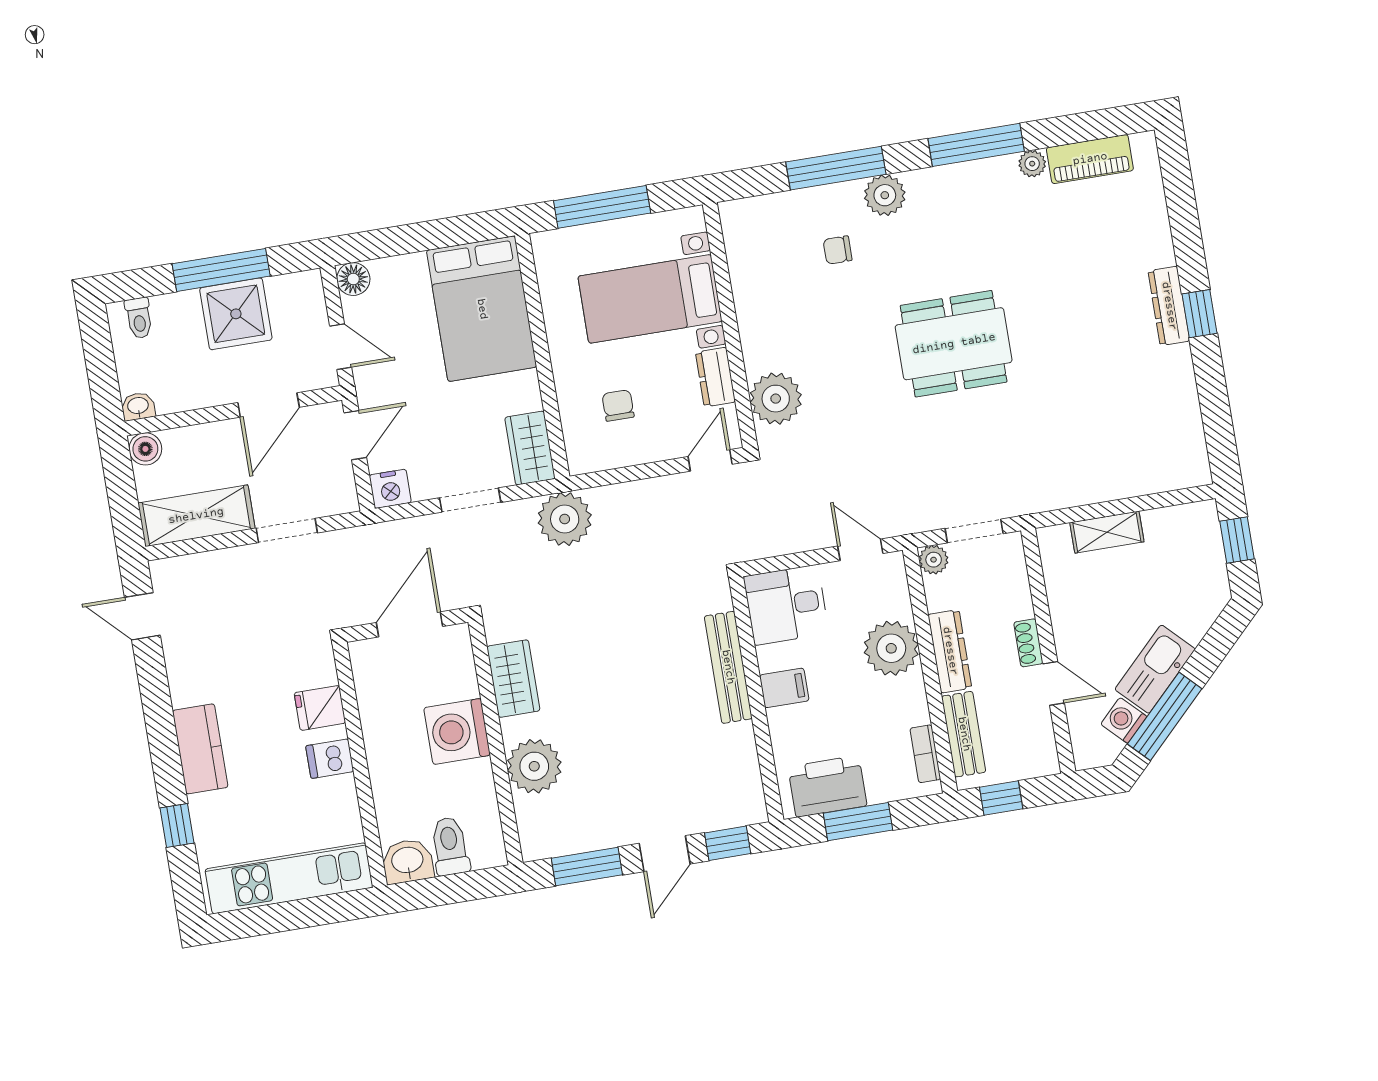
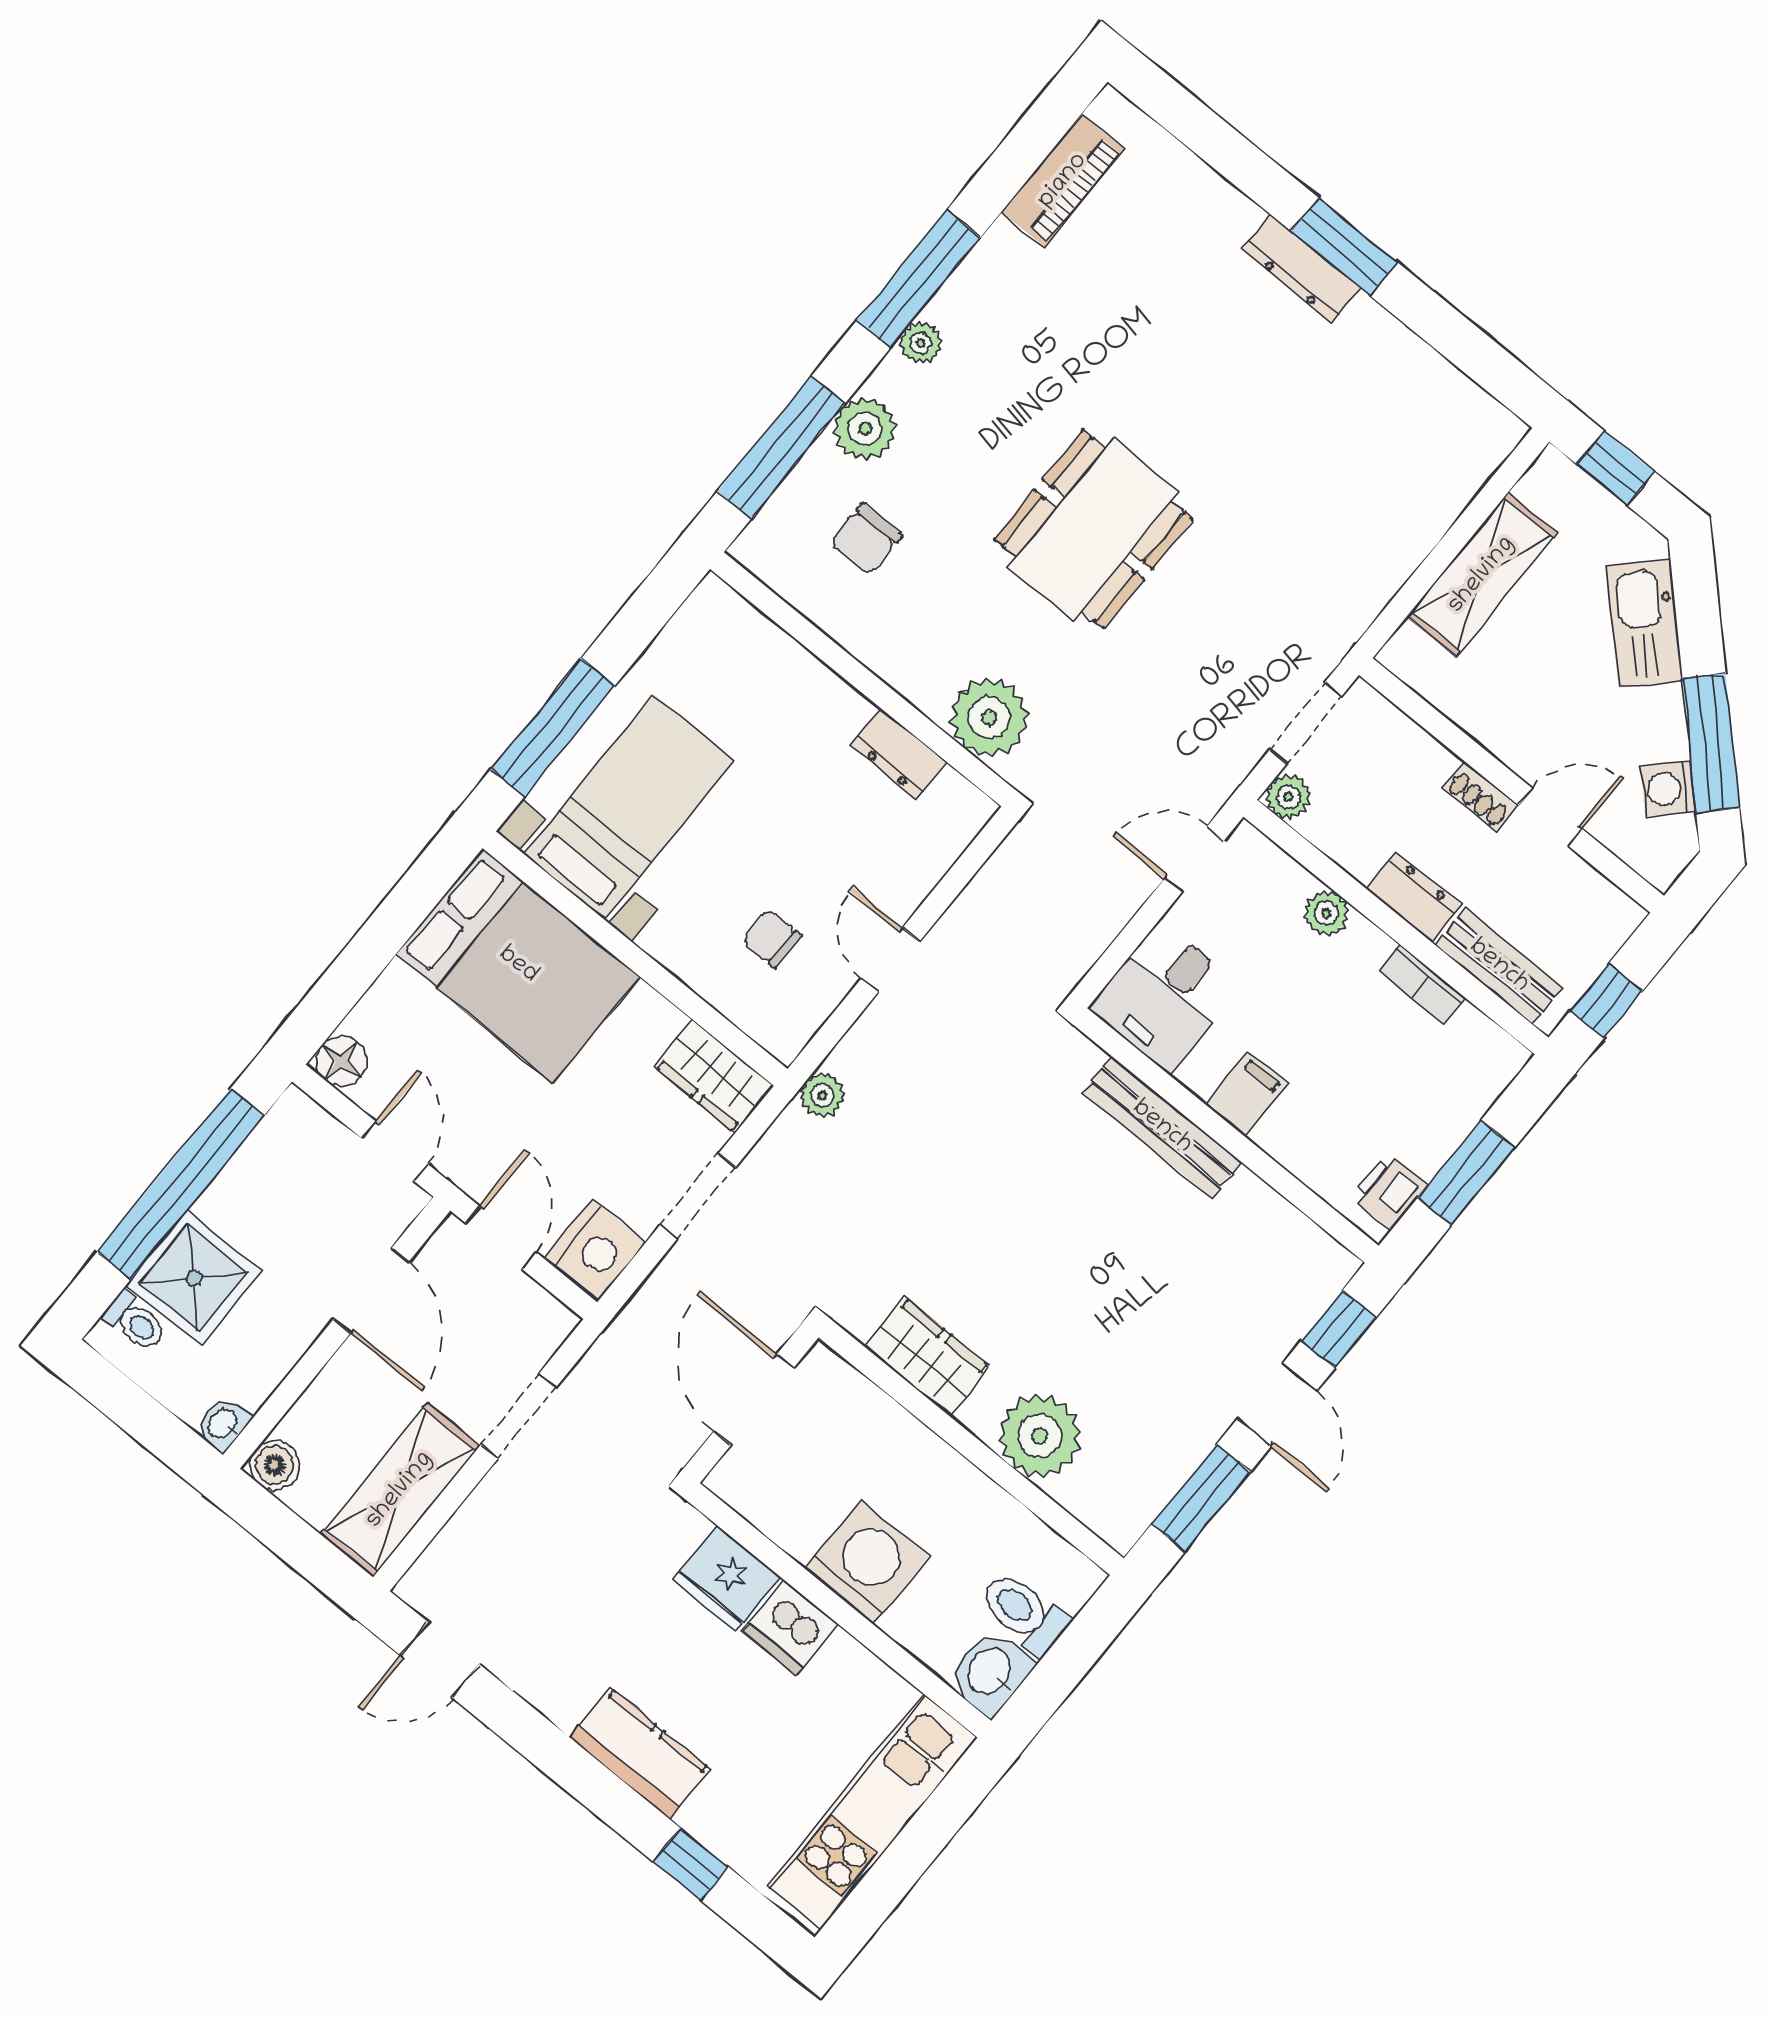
plant: (1032, 164) -> (921, 343), moved
chair: (838, 250) -> (866, 539), width x1.37, depth x1.37
window: (221, 270) -> (181, 1184), width x1.46
bed with nightstands: (650, 299) -> (629, 807), moved, turned 180
shower: (236, 314) -> (194, 1278), moved
window: (1200, 314) -> (1344, 247), width x1.50
wall: (730, 325) -> (863, 679), moved
door: (341, 347) -> (395, 1151), hinge flipped
dresser: (715, 377) -> (899, 754), moved
plant: (776, 399) -> (989, 718), moved
door: (710, 460) -> (890, 960), moved
nightstand: (390, 489) -> (595, 1250), width x1.36, depth x1.33
plant: (565, 519) -> (822, 1095), width x0.53, depth x0.53
shelving: (1107, 532) -> (1482, 575), width x1.50, depth x1.33
plant: (891, 648) -> (1326, 913), width x0.53, depth x0.53
dresser: (950, 651) -> (1414, 897), width x0.70
kitchen sink: (1155, 669) -> (1645, 623), moved
fridge: (320, 708) -> (727, 1578), width x1.38
washing machine: (457, 731) -> (867, 1562), moved, turned 180
bookcase: (925, 754) -> (1422, 984), moved
dishwasher: (330, 759) -> (790, 1628), width x1.38
printer: (827, 786) -> (1389, 1191), width x0.53, depth x0.68

